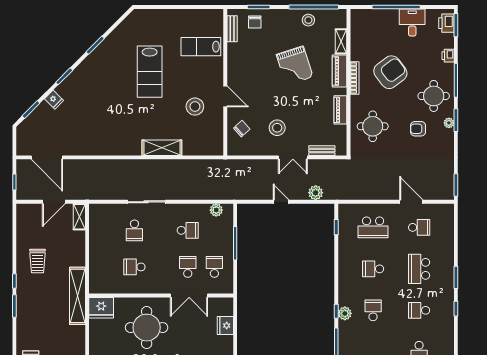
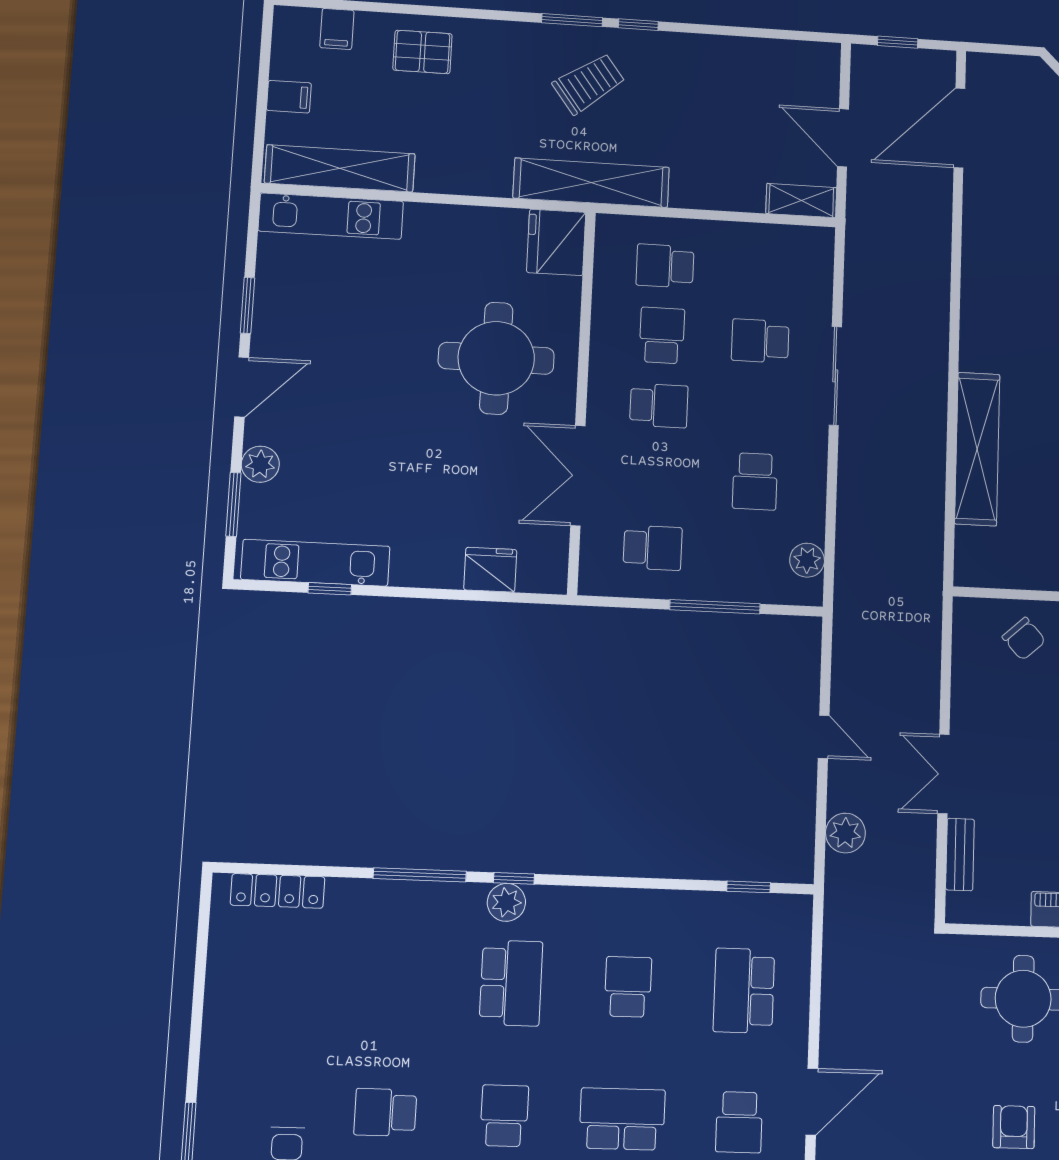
stool: (277, 128) -> (1024, 735), removed
shelving: (162, 148) -> (977, 449), width x1.47
door: (281, 202) -> (824, 737), hinge flipped
trolley: (37, 261) -> (589, 83), moved, turned 144
school desk: (108, 267) -> (665, 266), added
school desk: (188, 267) -> (659, 406), moved
school desk: (373, 310) -> (511, 983), width x1.85

